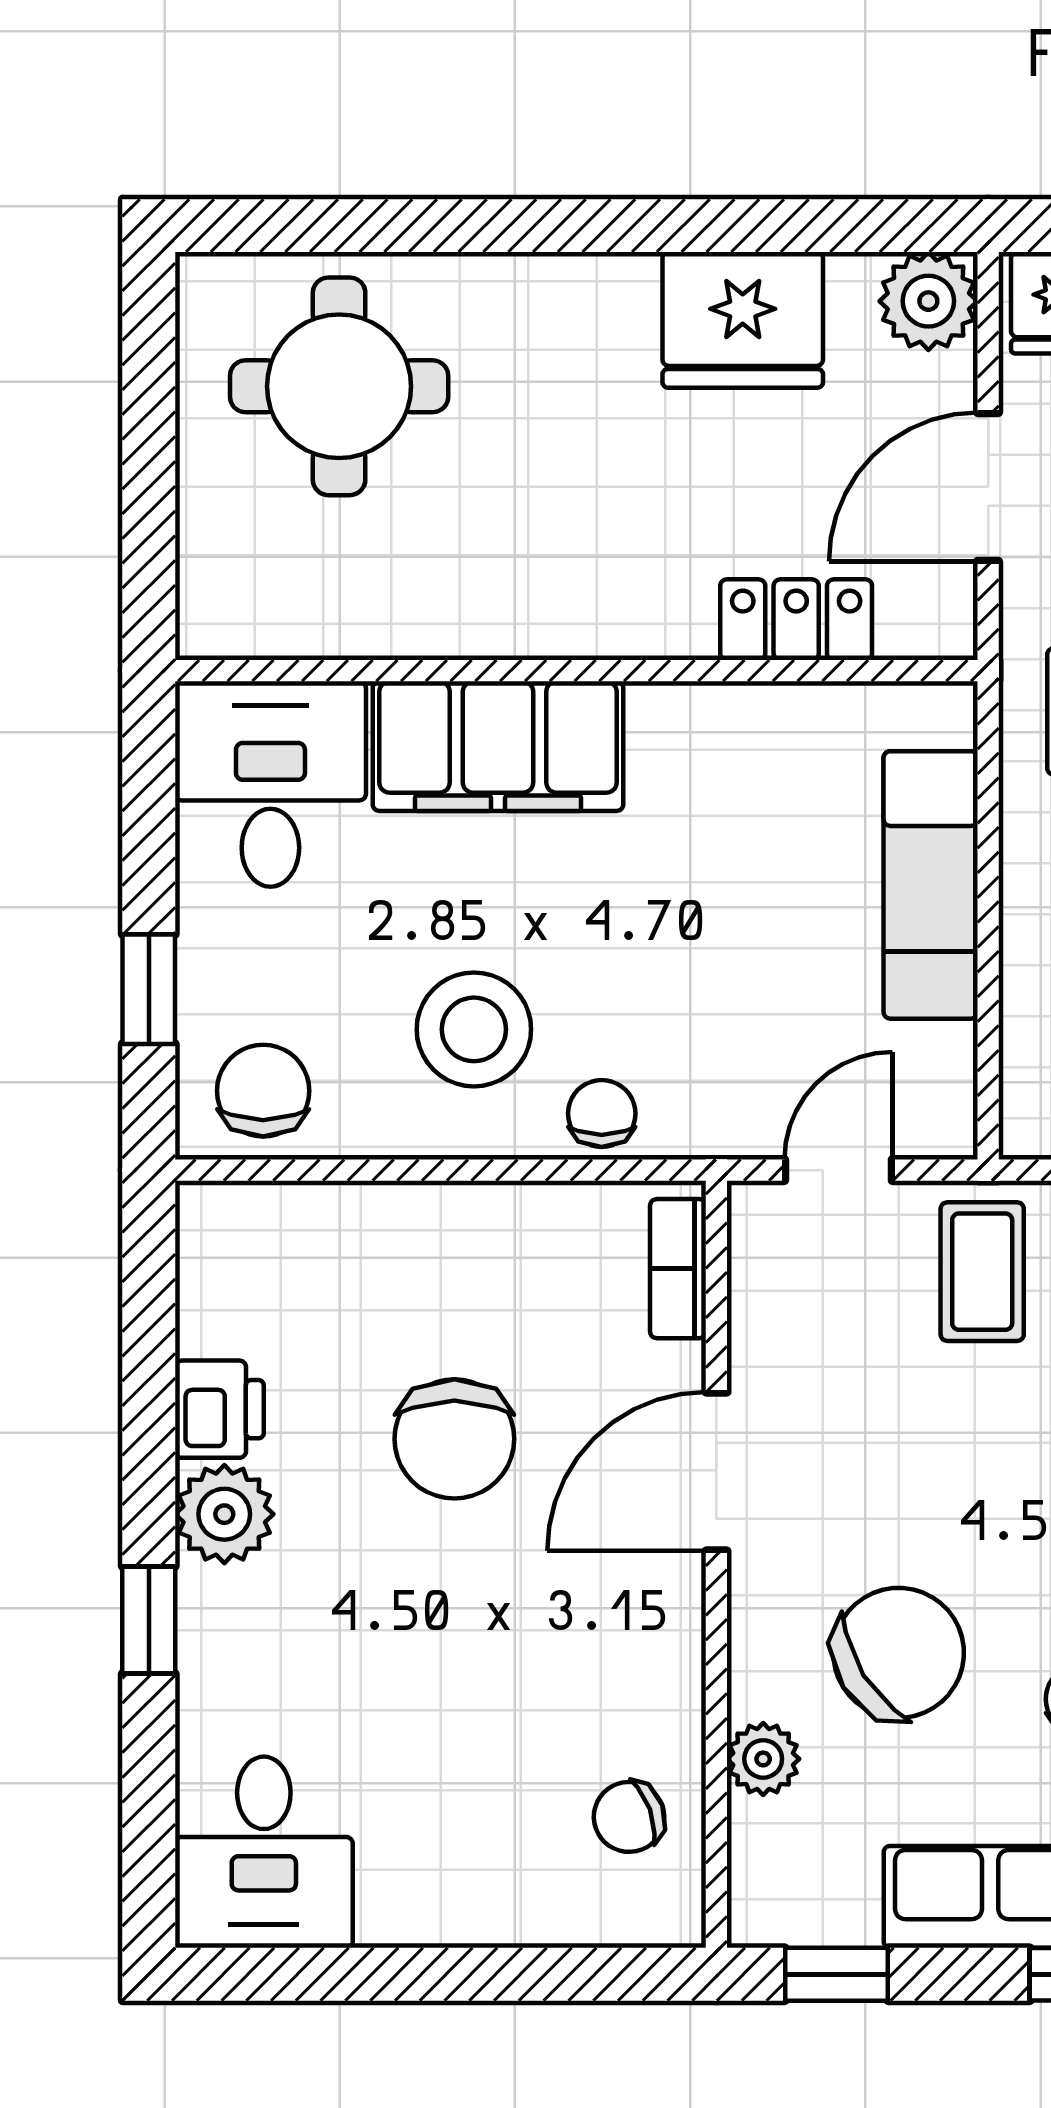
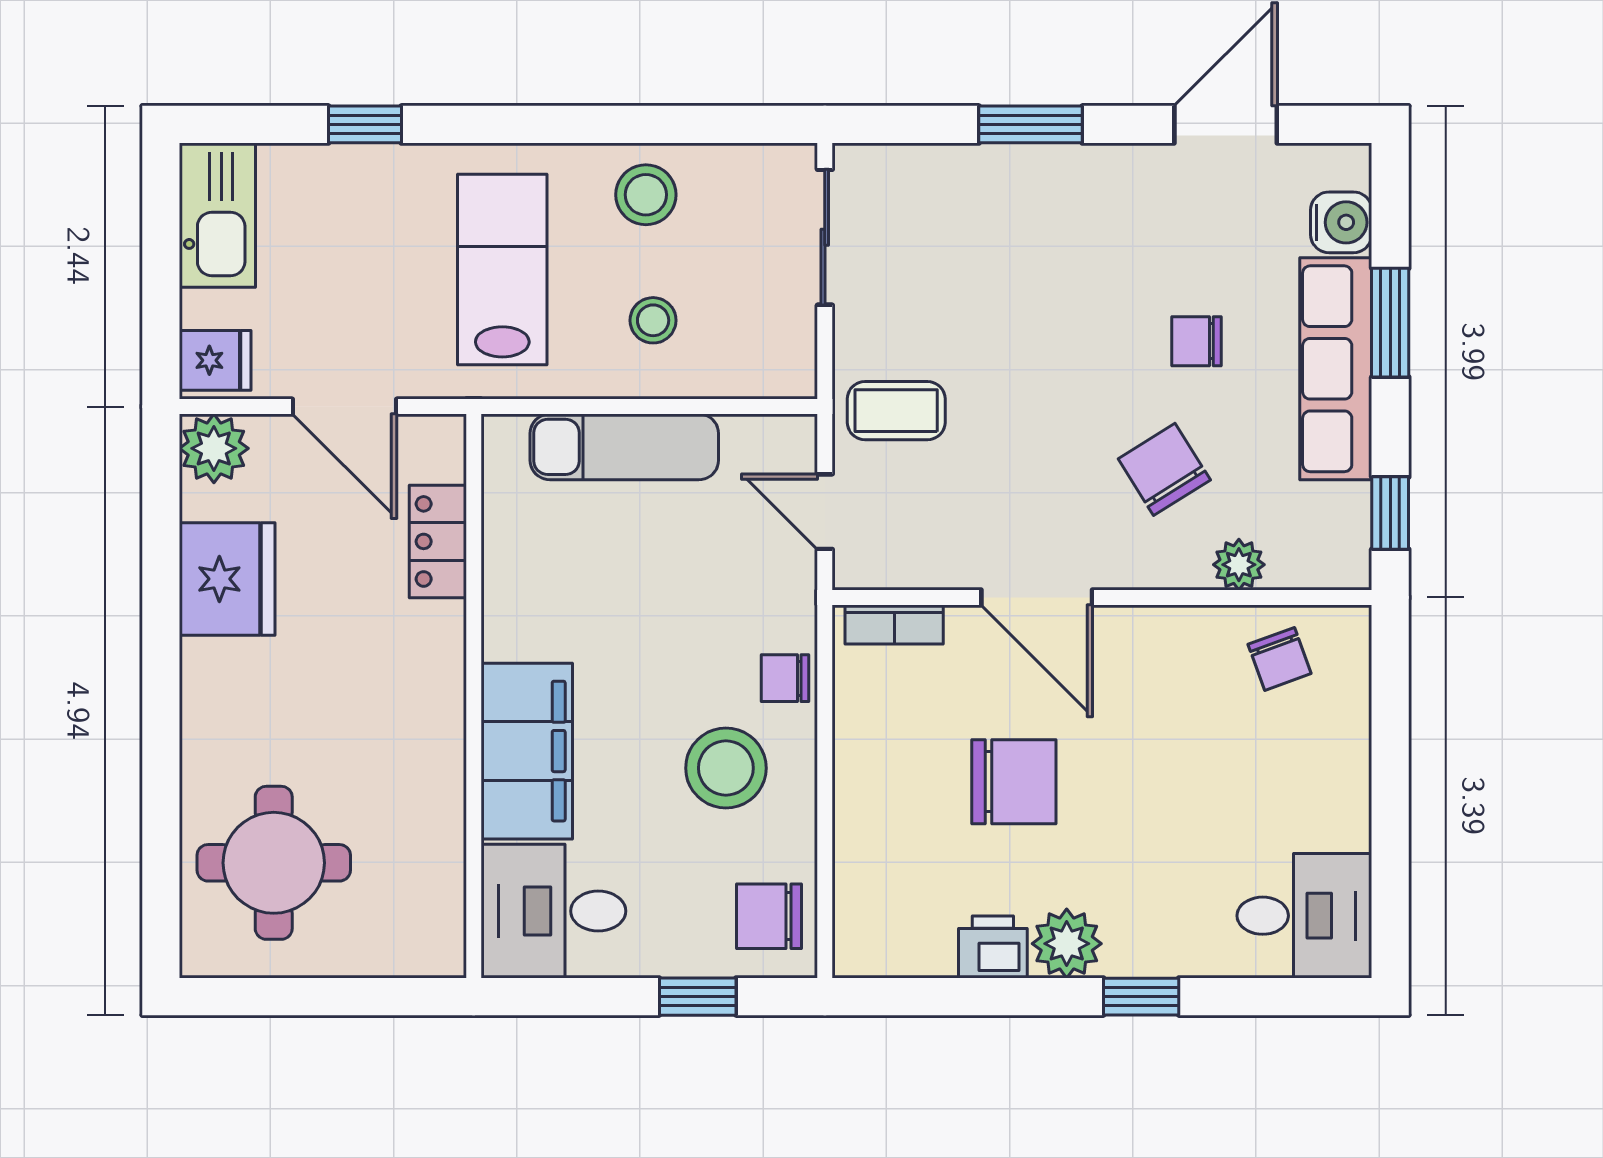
chair: (899, 1653) -> (1164, 469), width x0.73, depth x0.73

